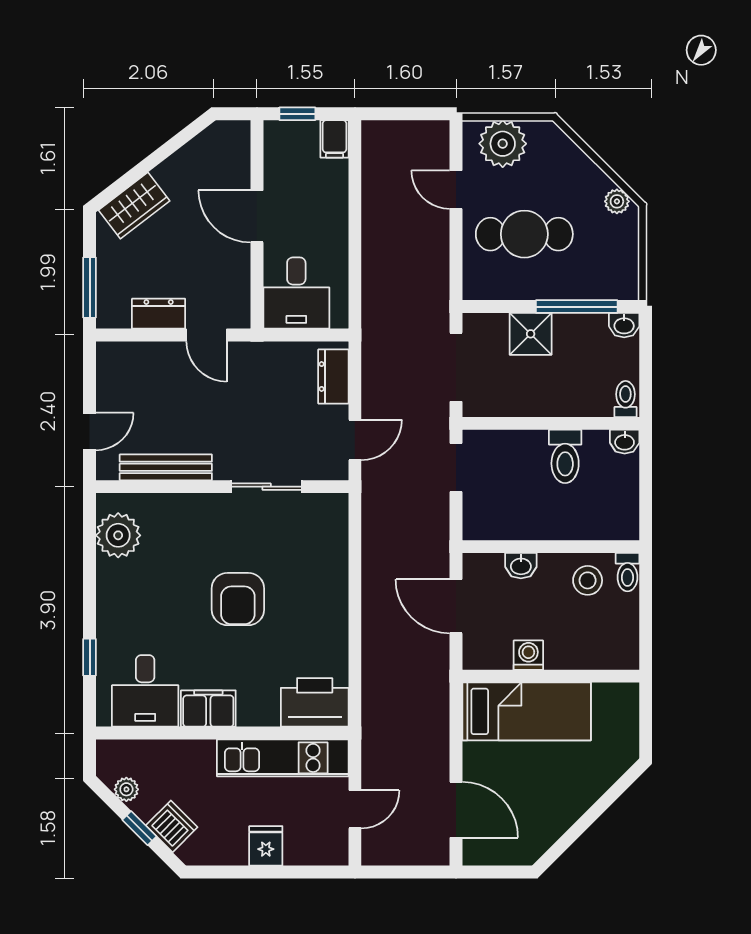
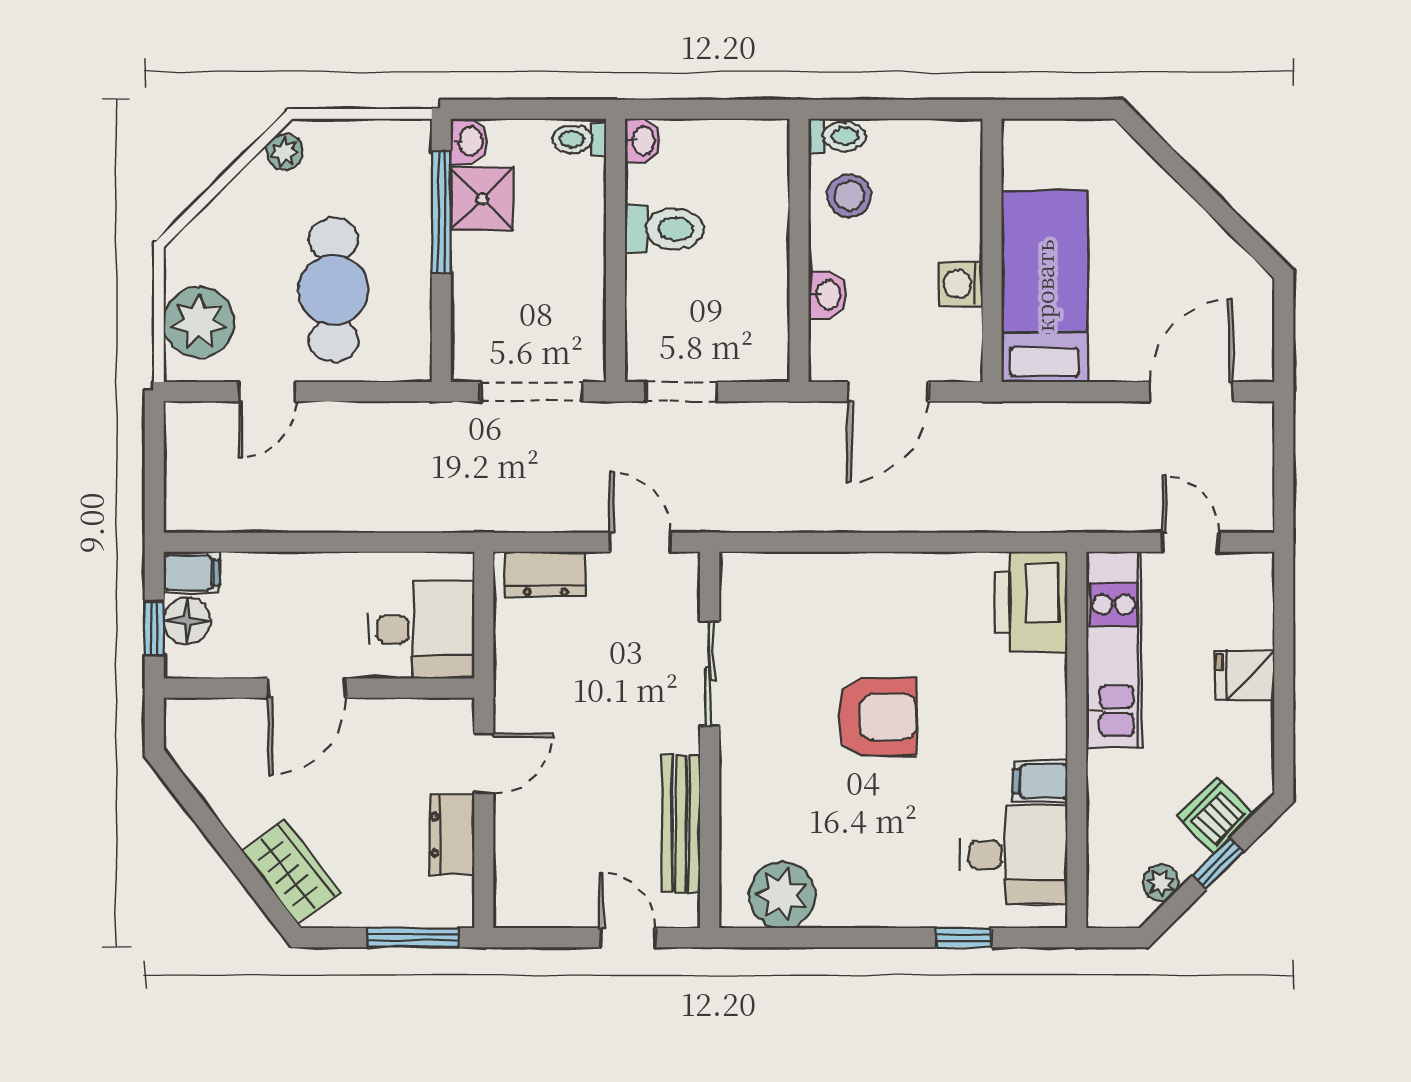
floor lamp: (302, 136) -> (187, 621), added
shower: (531, 334) -> (482, 199), moved
filing cabinet: (208, 709) -> (1040, 781), width x0.50

